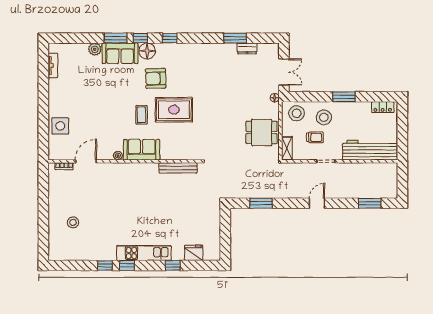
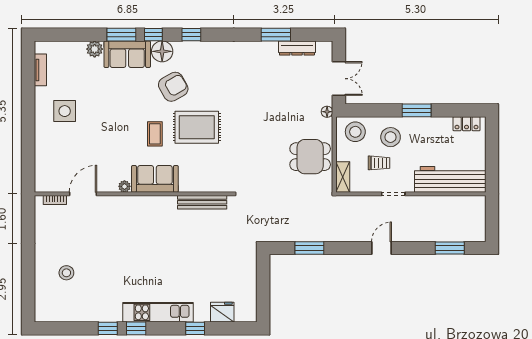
dresser: (247, 48) -> (297, 48), width x1.44
armchair: (156, 78) -> (173, 87), turned 152
side table: (60, 126) -> (65, 111), moved

